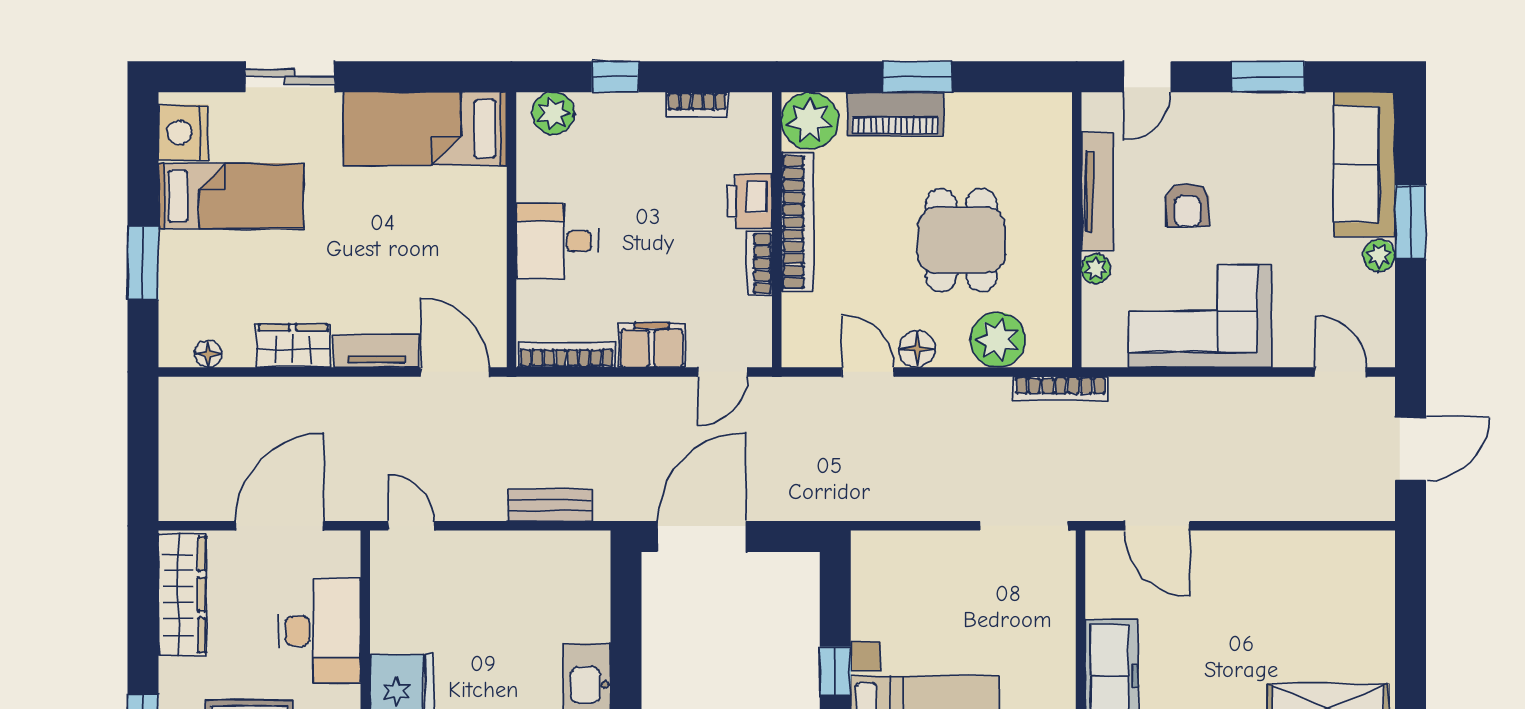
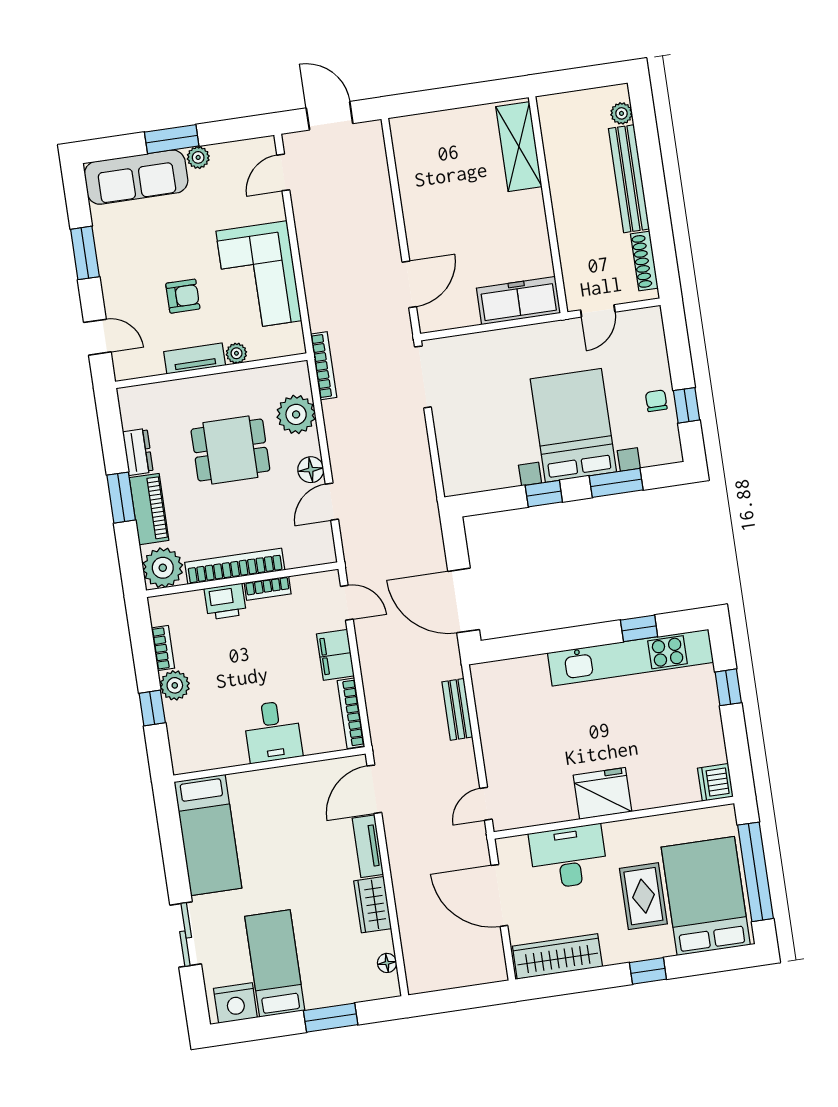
dresser: (978, 110) -> (138, 452), added
plant: (553, 113) -> (175, 685), moved
tv unit: (1097, 192) -> (195, 359), width x0.71

